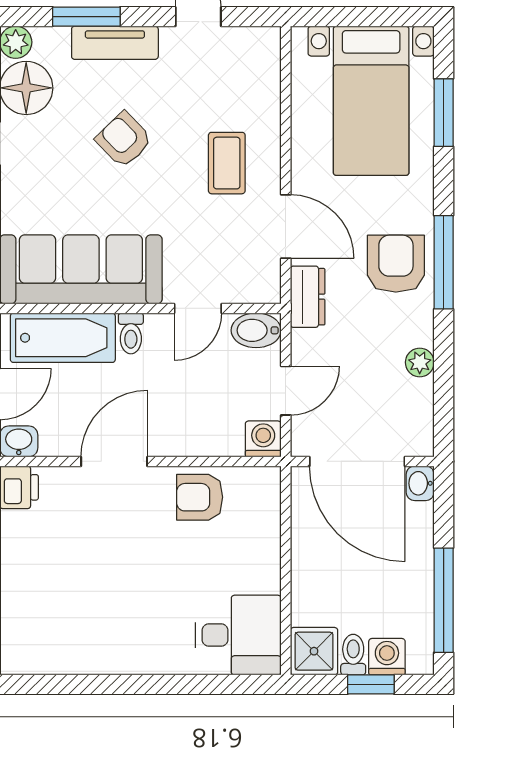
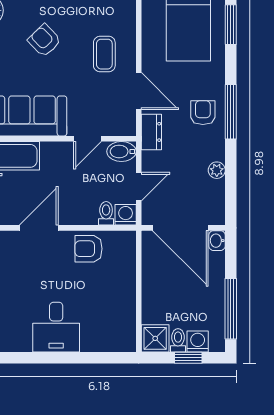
armchair: (396, 264) -> (203, 113), width x0.72, depth x0.72
toilet: (131, 333) -> (106, 213), moved, turned 180
desk: (238, 635) -> (56, 327), moved, turned 90

